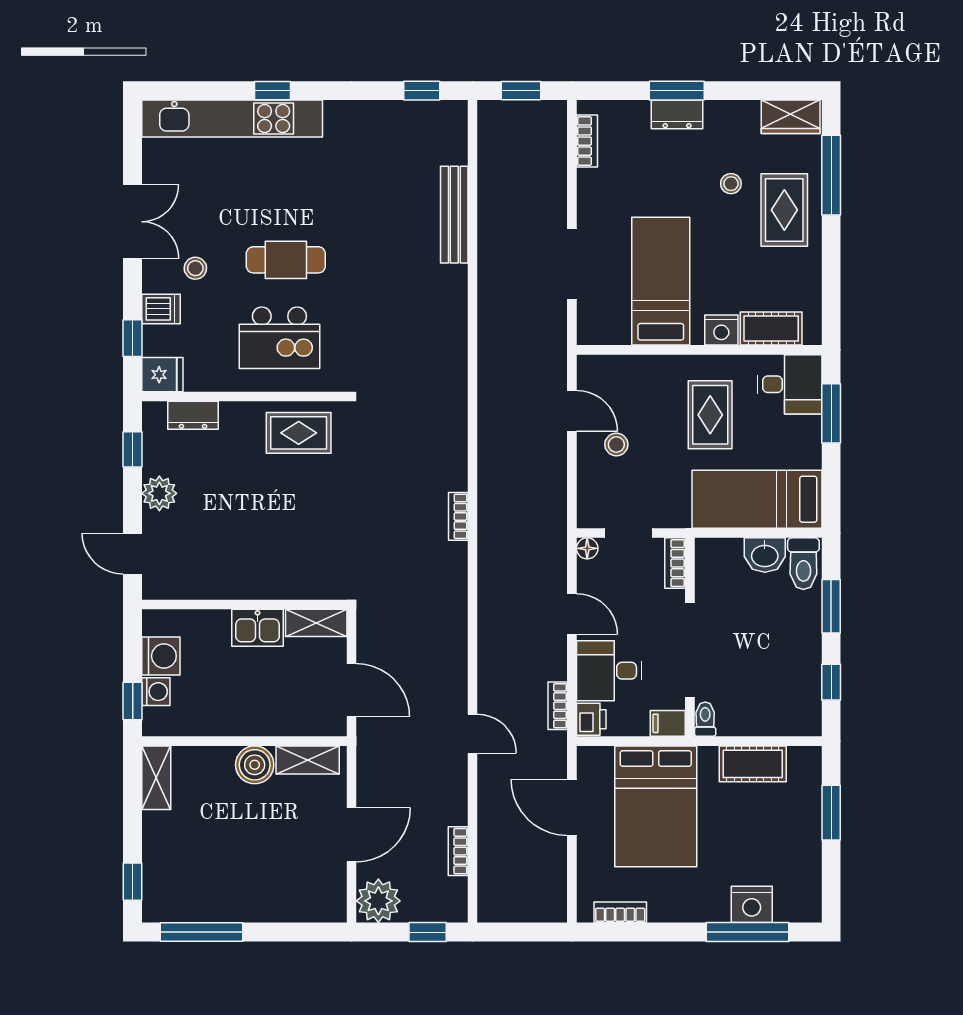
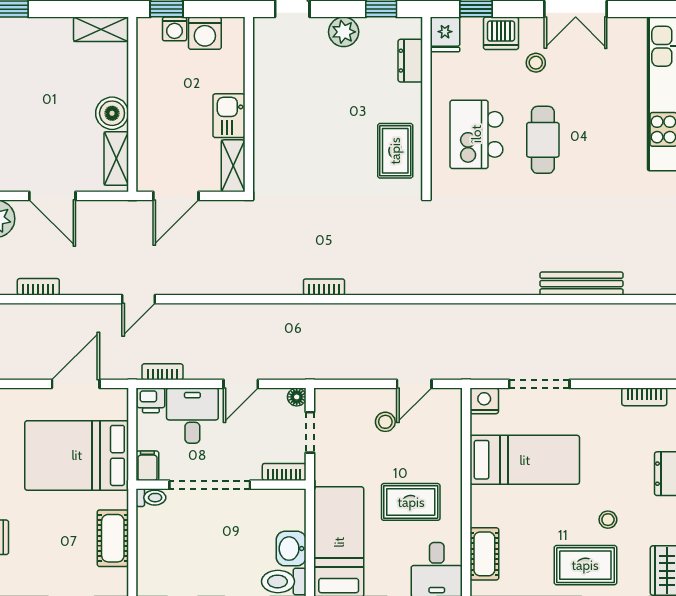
dishwasher: (161, 309) -> (501, 33), width x1.38
nightstand: (721, 330) -> (484, 401), moved, turned 90

